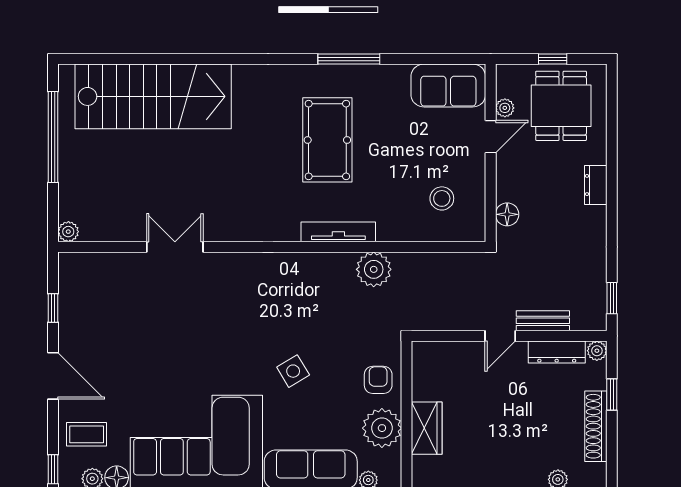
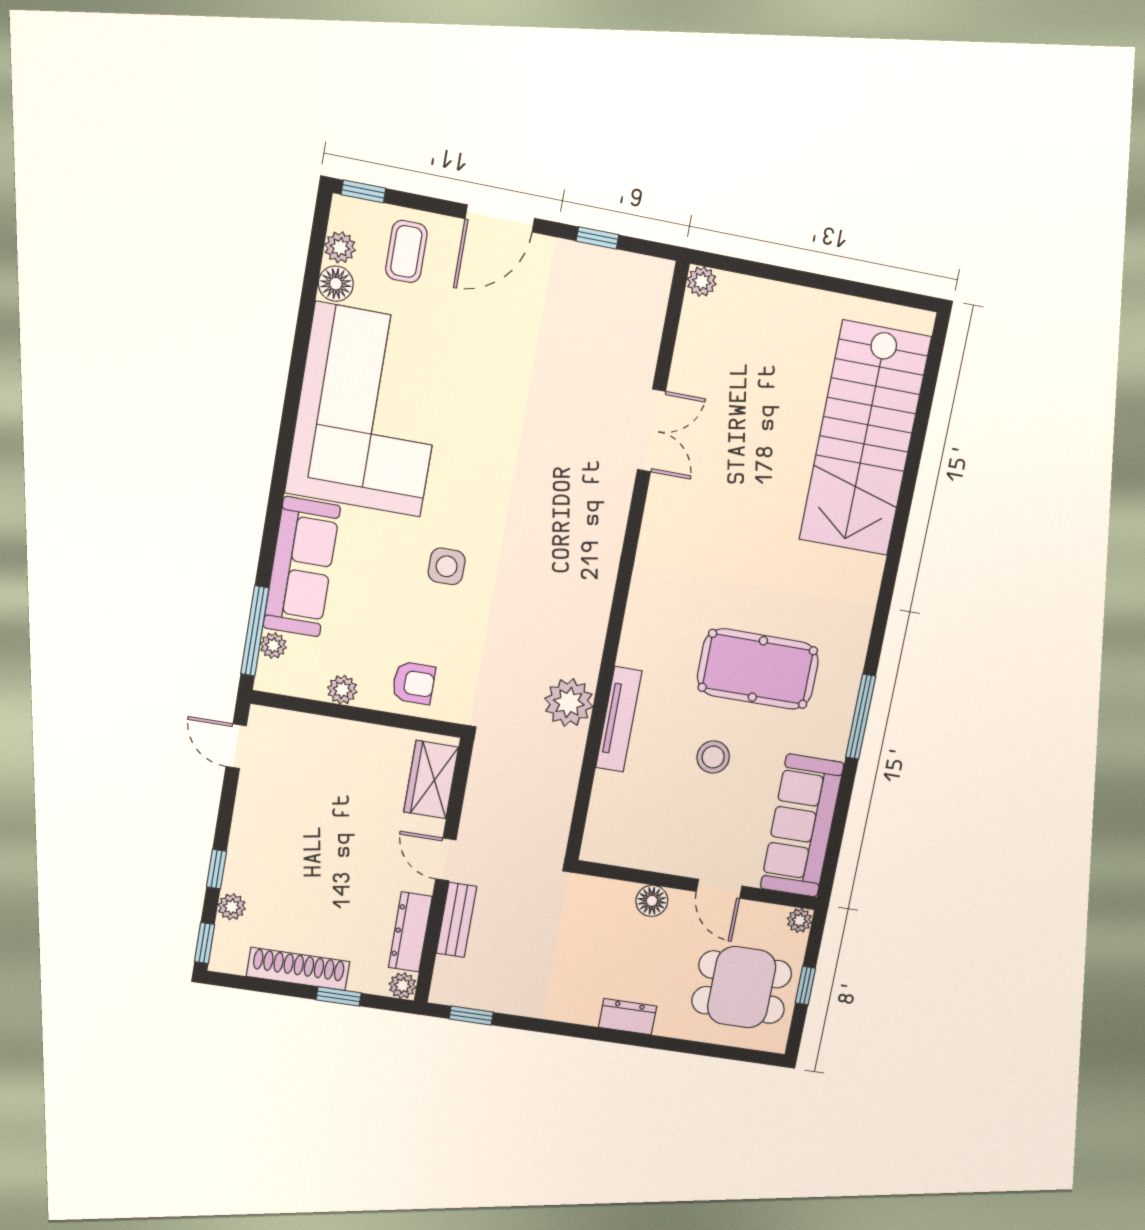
sofa: (448, 86) -> (802, 826), width x1.36
plant: (505, 108) -> (799, 920), moved
window: (53, 137) -> (838, 285), removed
stool: (442, 198) -> (713, 757), moved
floor lamp: (507, 214) -> (652, 901), moved
tv unit: (338, 232) -> (619, 719), moved
side table: (293, 371) -> (447, 566), turned 31
plant: (382, 428) -> (342, 690), width x0.53, depth x0.53
wardrobe: (427, 428) -> (431, 780), moved, turned 90

